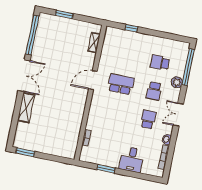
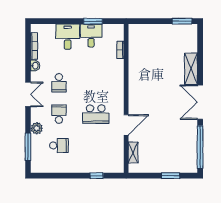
window: (188, 67) -> (28, 147), width x0.68
door: (93, 80) -> (126, 125), moved
desk: (110, 156) -> (91, 36), added

